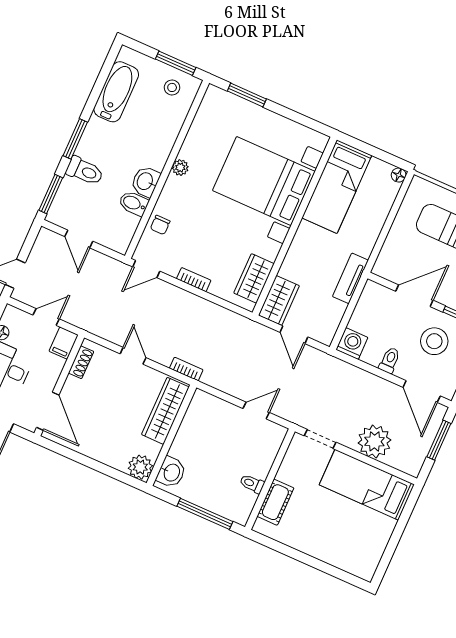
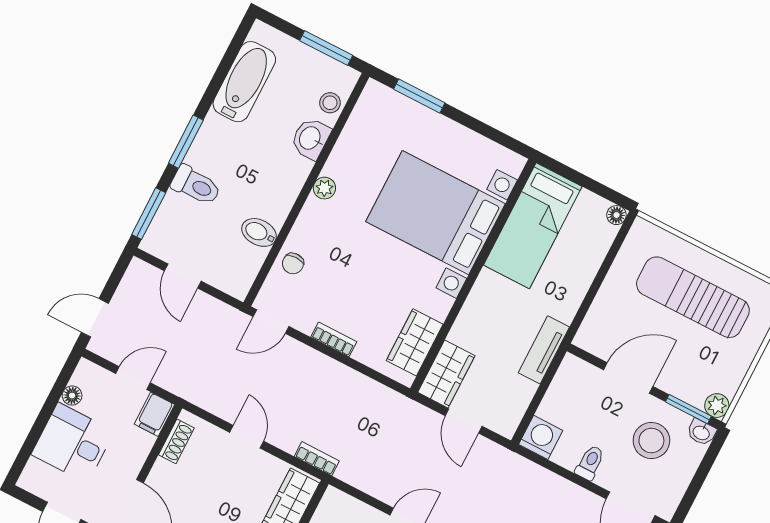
stool: (172, 87) -> (330, 103), moved
washbasin: (145, 181) -> (311, 138), moved

